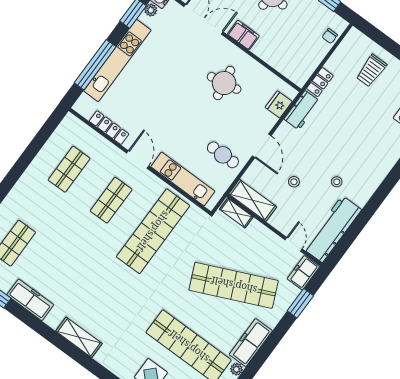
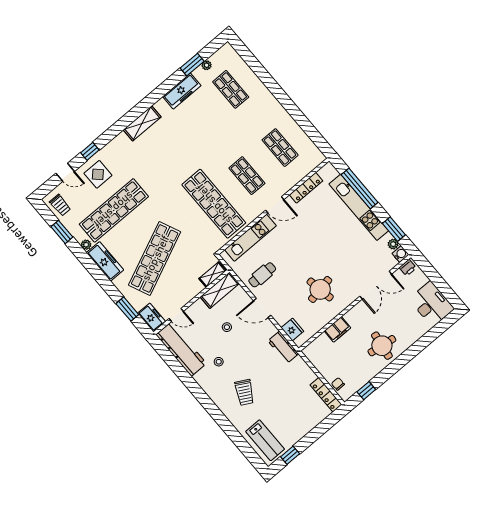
filing cabinet: (243, 35) -> (337, 329), moved
trolley: (371, 71) -> (245, 392), moved, turned -151
locker: (320, 82) -> (326, 395), moved, width x1.53

